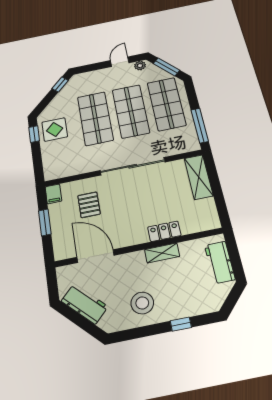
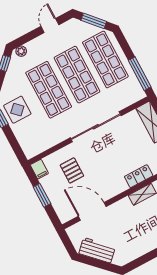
plant: (140, 66) -> (21, 51), moved
stool: (142, 303) -> (140, 237), removed

